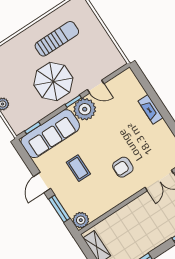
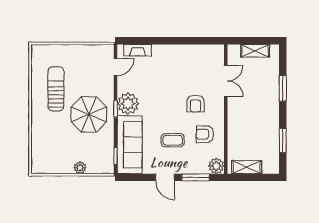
door: (96, 87) -> (116, 67), moved
fireplace: (151, 109) -> (138, 50), moved
armchair: (102, 192) -> (205, 134), added

